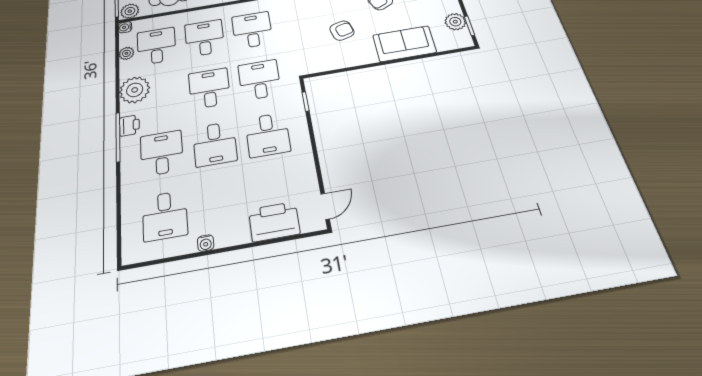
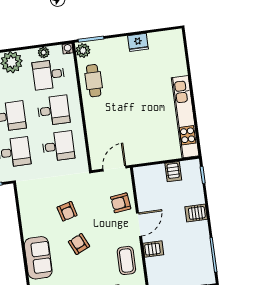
armchair: (342, 31) -> (67, 211), moved
desk: (156, 46) -> (49, 75), turned 180

